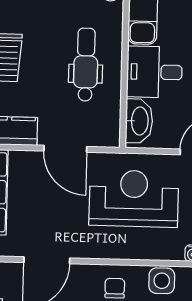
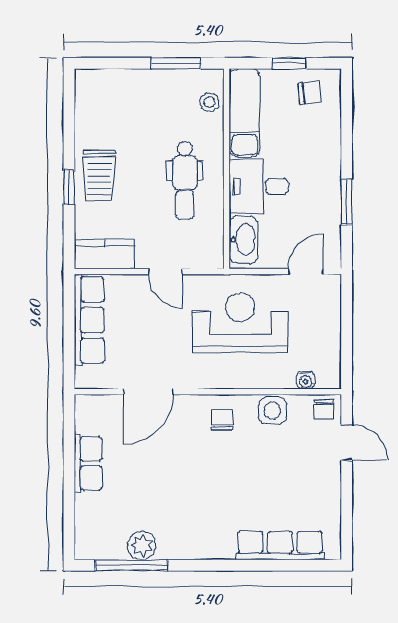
dental chair: (86, 65) -> (185, 181), turned 180
door: (65, 149) -> (165, 272), width x0.73

